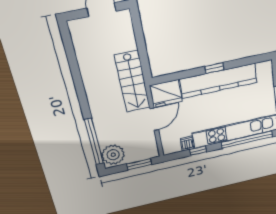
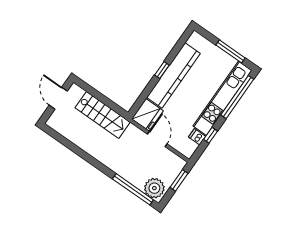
stairs: (132, 82) -> (103, 115), moved

